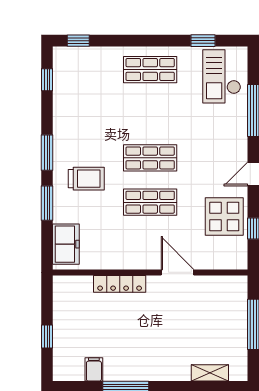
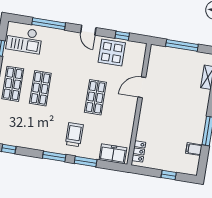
shop shelf: (150, 158) -> (40, 88), moved
locker: (120, 284) -> (139, 151), moved, width x0.66

